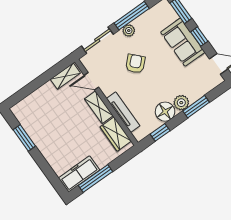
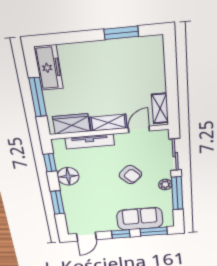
sofa: (183, 42) -> (140, 219), moved
plant: (181, 103) -> (69, 193), removed
window: (96, 178) -> (38, 97), moved

